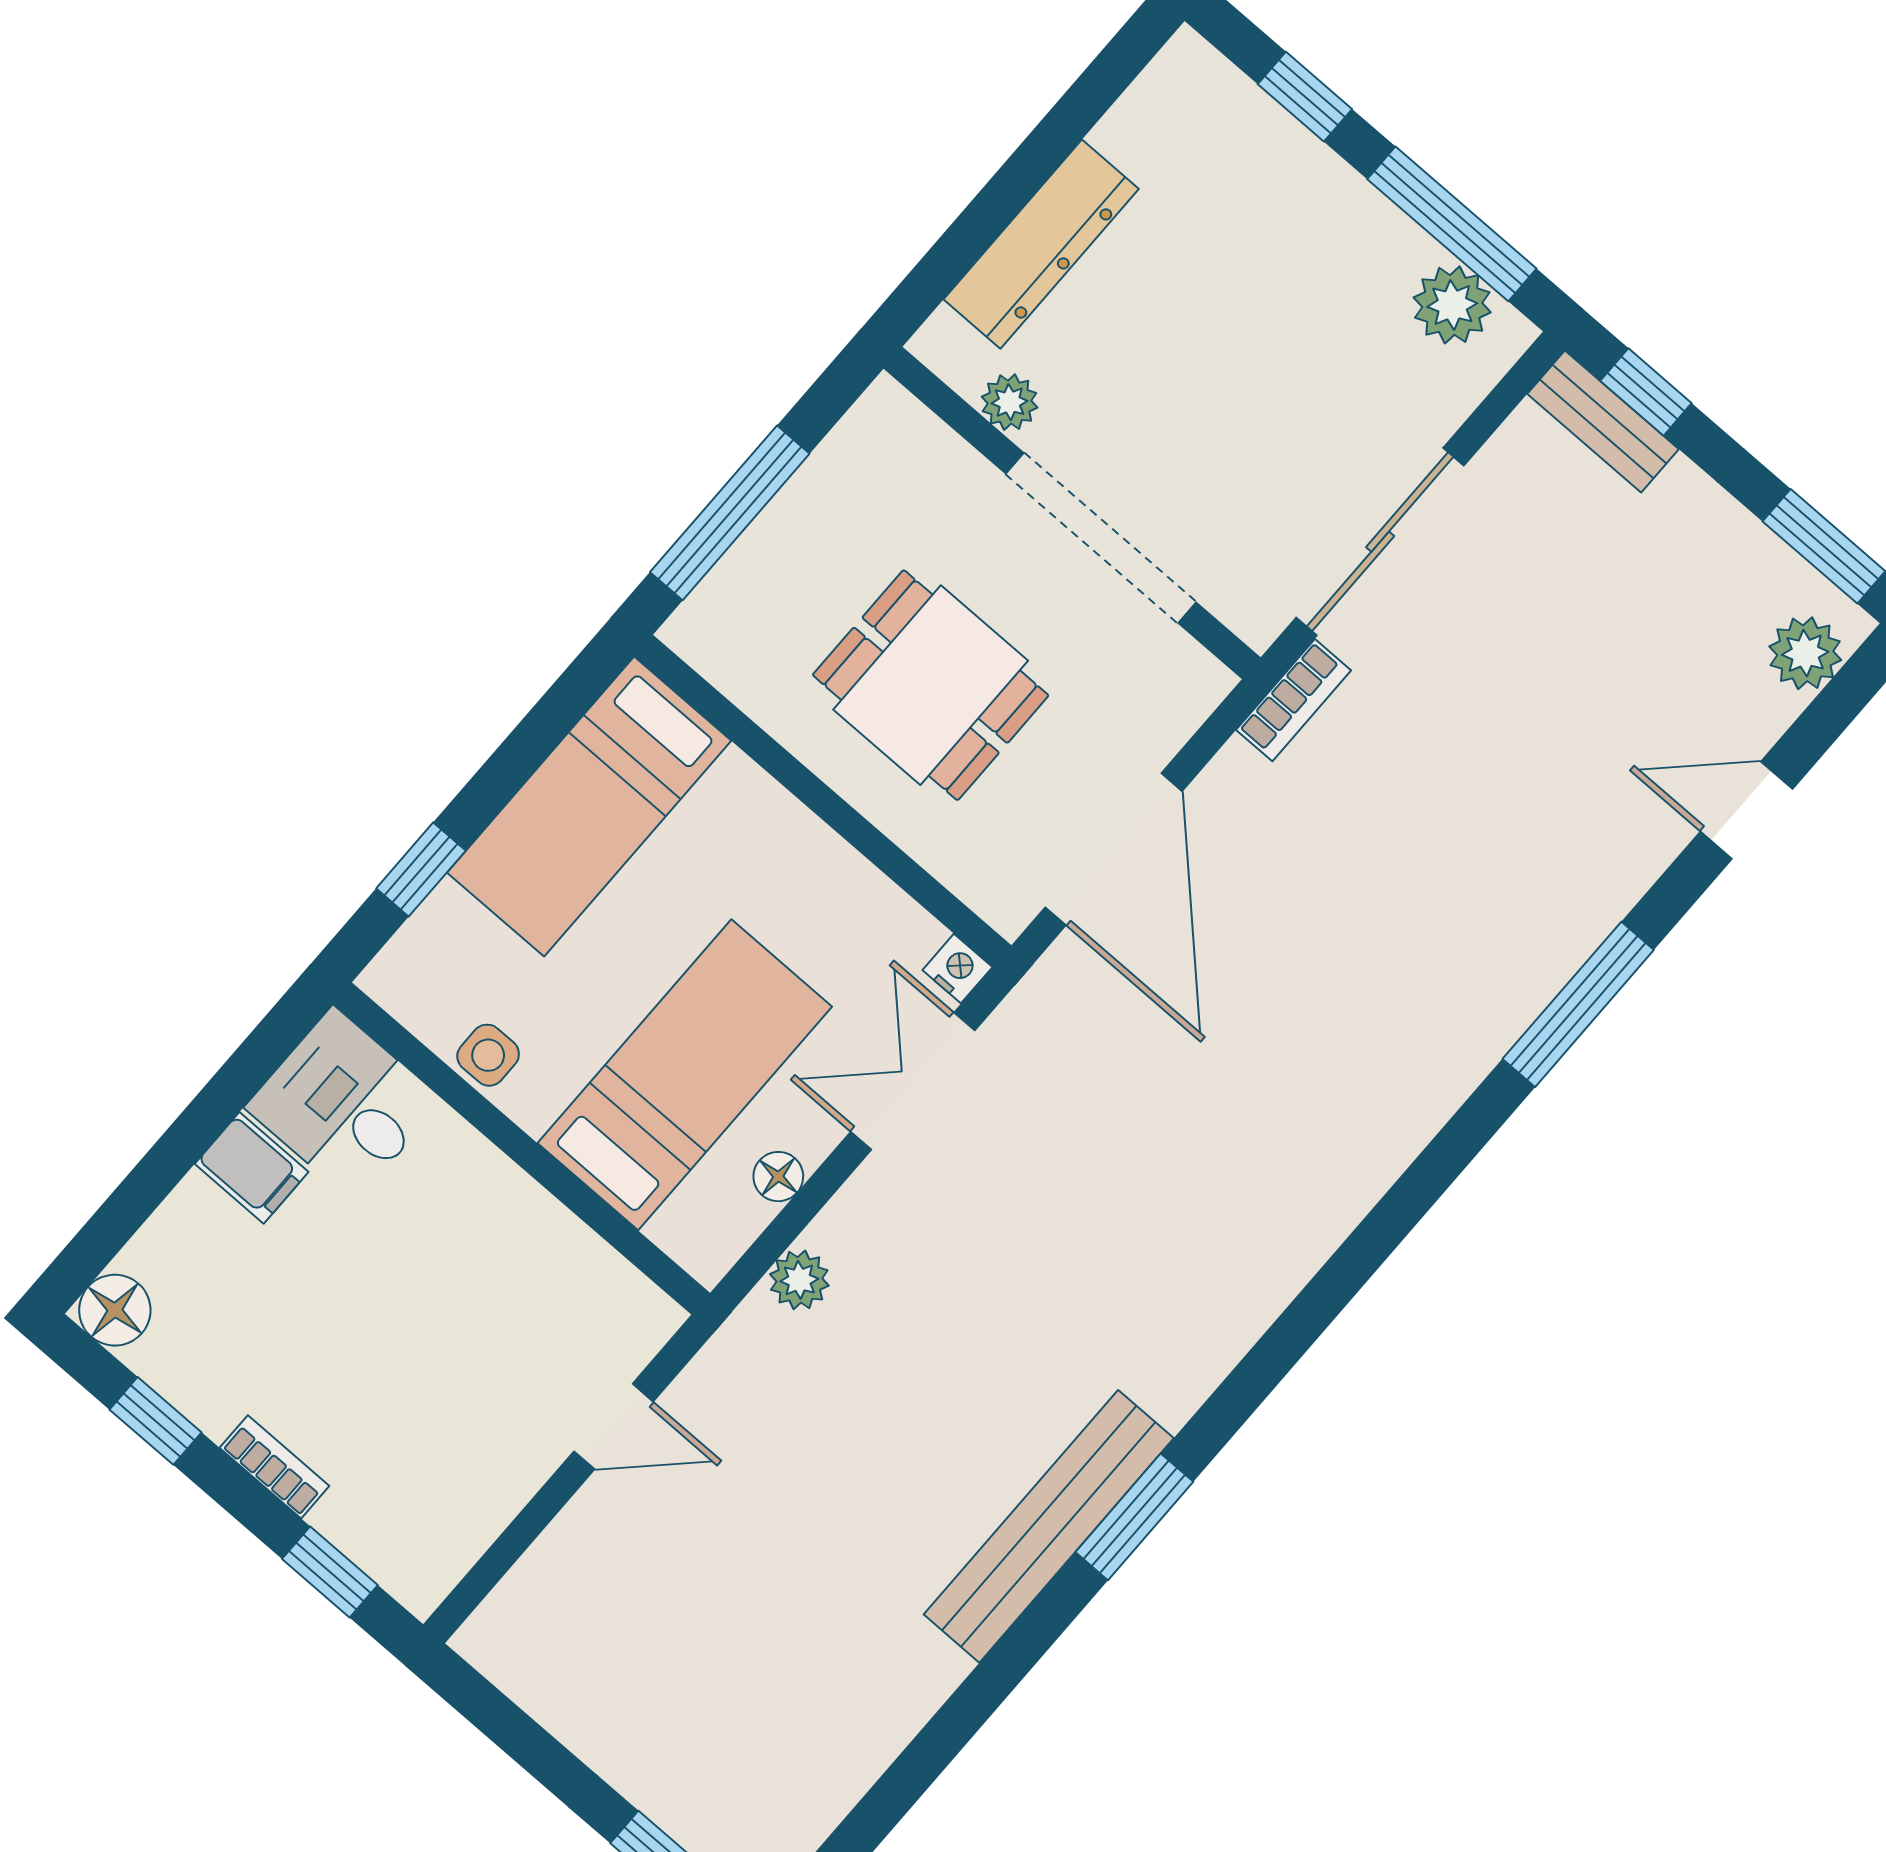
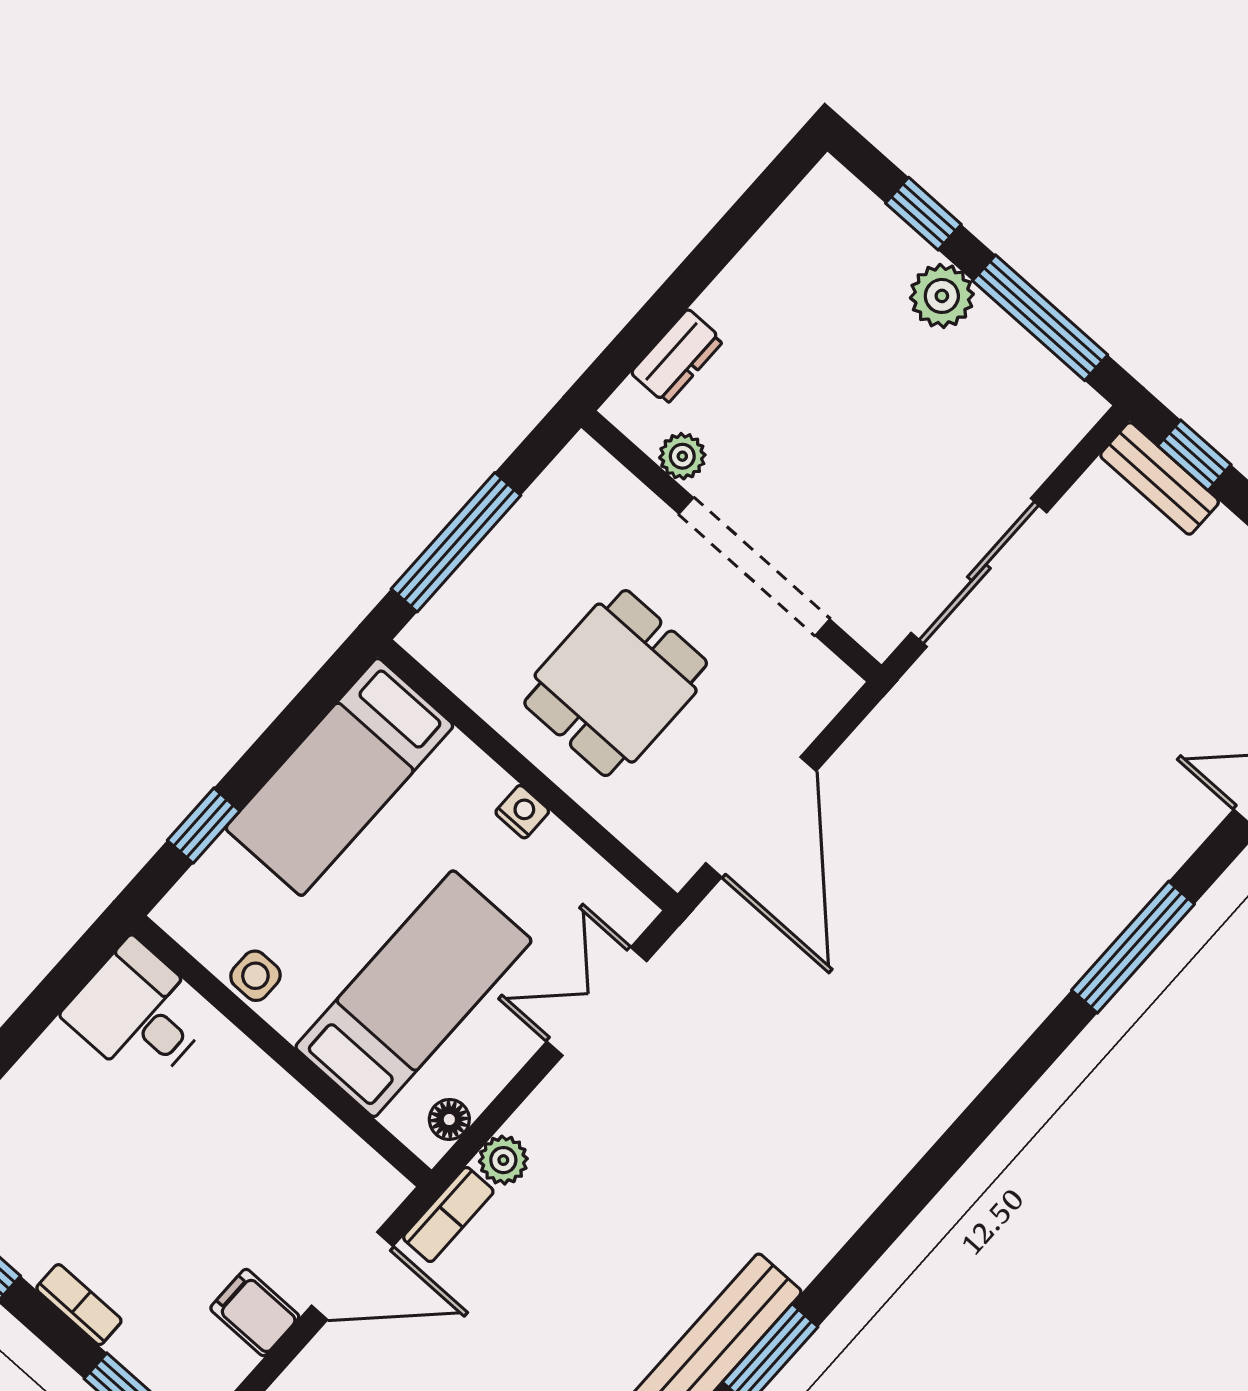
dresser: (1041, 244) -> (677, 357), width x0.51, depth x0.80
plant: (1452, 305) -> (942, 296), moved
dining table: (931, 685) -> (616, 683), turned 90
bookcase: (1294, 700) -> (448, 1215), moved
nightstand: (957, 969) -> (522, 812), moved
filing cabinet: (252, 1168) -> (255, 1312), moved, turned 180
floor lamp: (778, 1177) -> (449, 1119), moved
door: (614, 1426) -> (352, 1276), width x1.37

